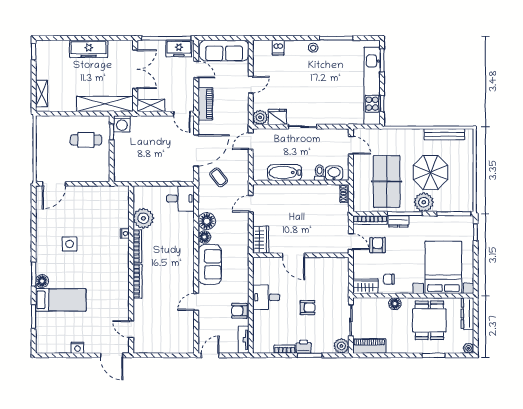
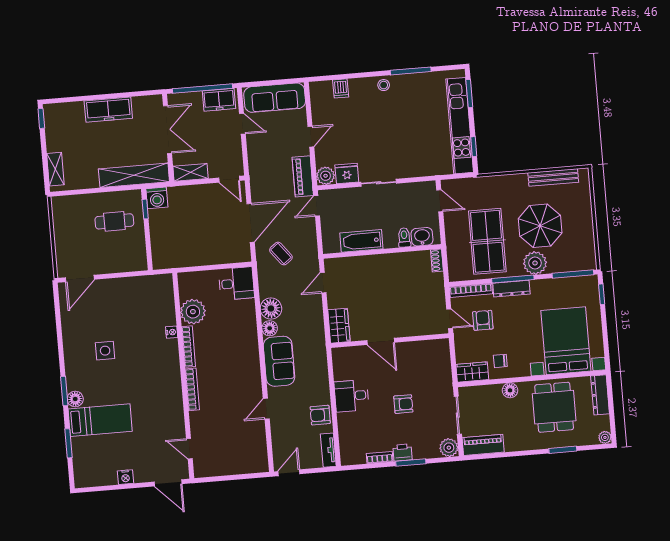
piano: (205, 104) -> (303, 176), moved, turned 180
dresser: (398, 221) -> (511, 289), width x1.44

